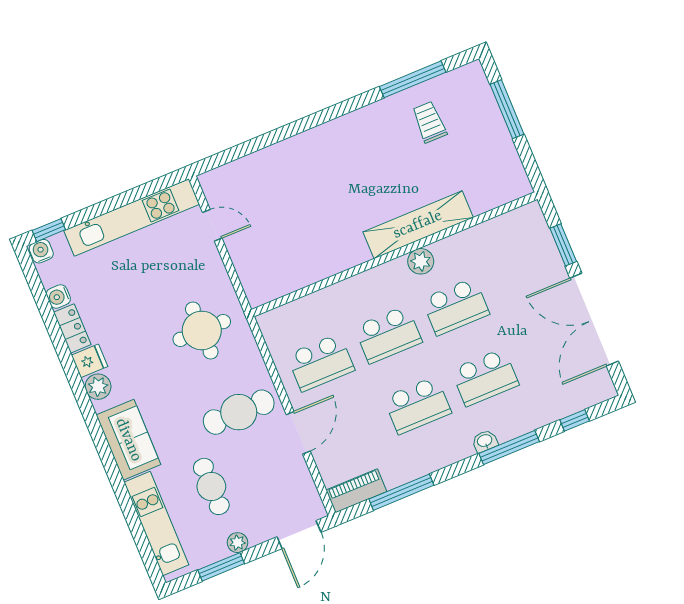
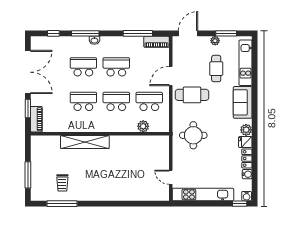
piano: (537, 230) -> (36, 119), added
plant: (421, 261) -> (143, 126), moved

